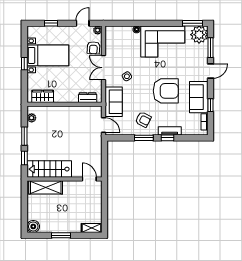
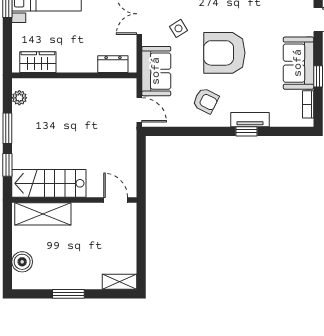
armchair: (166, 91) -> (224, 53), moved, turned 180
window: (144, 138) -> (207, 131), removed
boiler: (33, 226) -> (22, 262), moved

